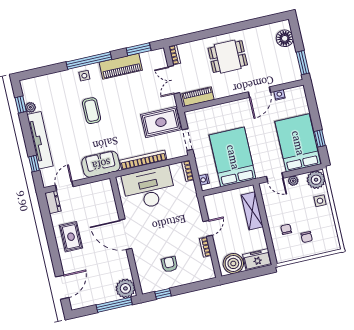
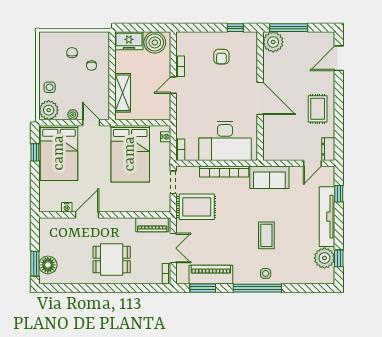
window: (303, 63) -> (35, 264), moved
piano: (121, 66) -> (211, 275), moved
plant: (30, 107) -> (324, 258), width x1.88, depth x1.88

